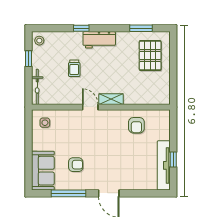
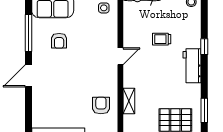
shelving: (111, 99) -> (129, 101), moved
armchair: (136, 125) -> (101, 105), turned 90

